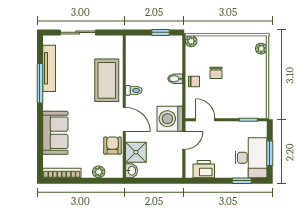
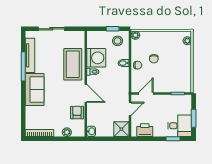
stool: (167, 49) -> (118, 41), added
washing machine: (170, 119) -> (96, 58), moved, turned 180
door: (205, 120) -> (146, 94), hinge flipped
sofa: (55, 133) -> (35, 90), moved
shower: (136, 152) -> (121, 129), moved
desk: (251, 158) -> (180, 126), width x0.73

